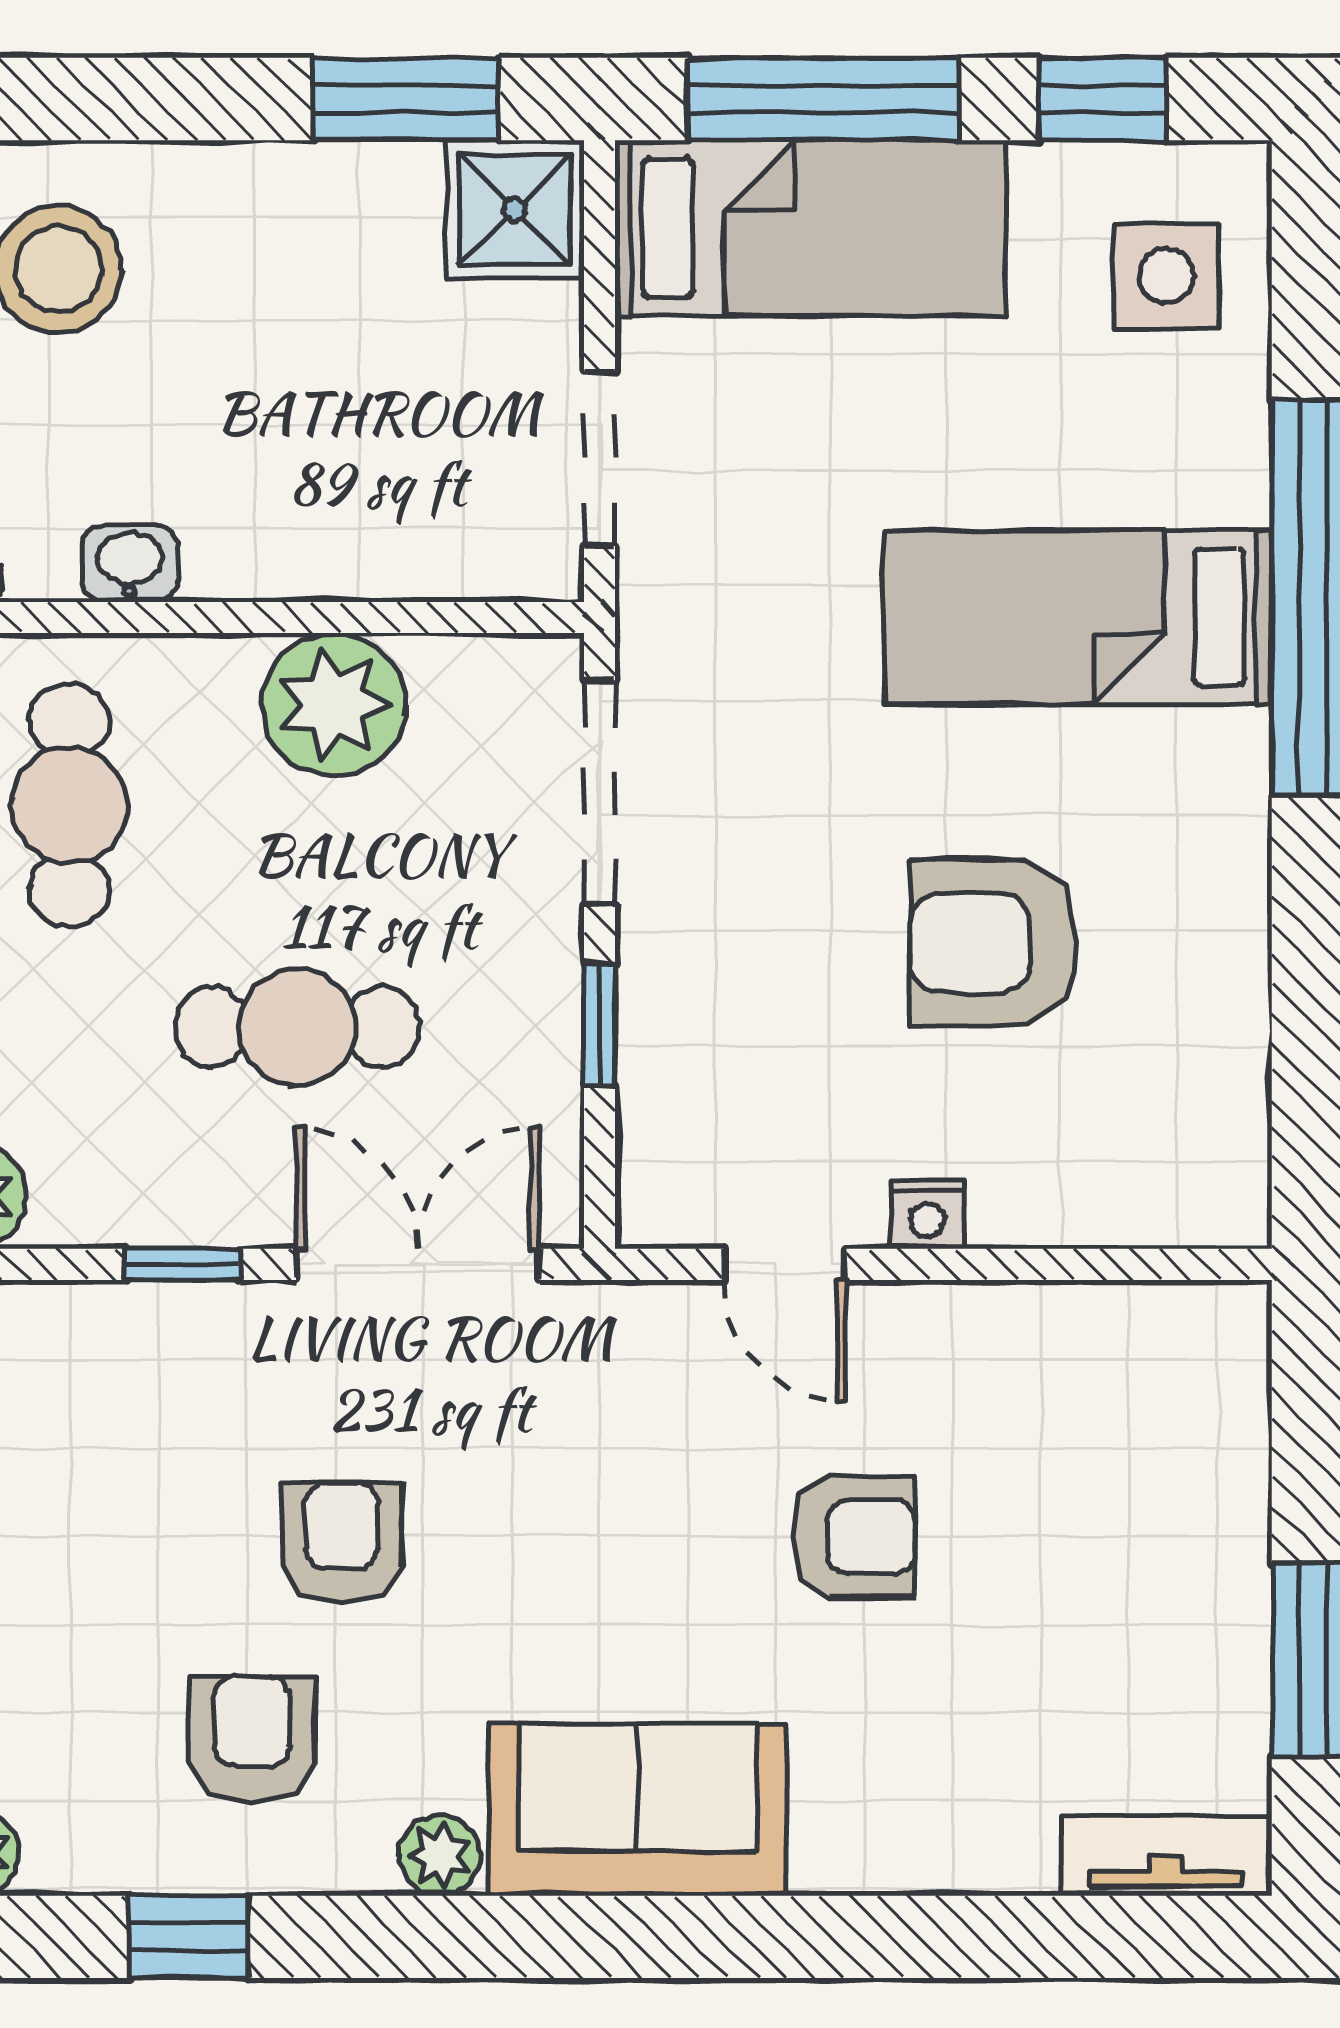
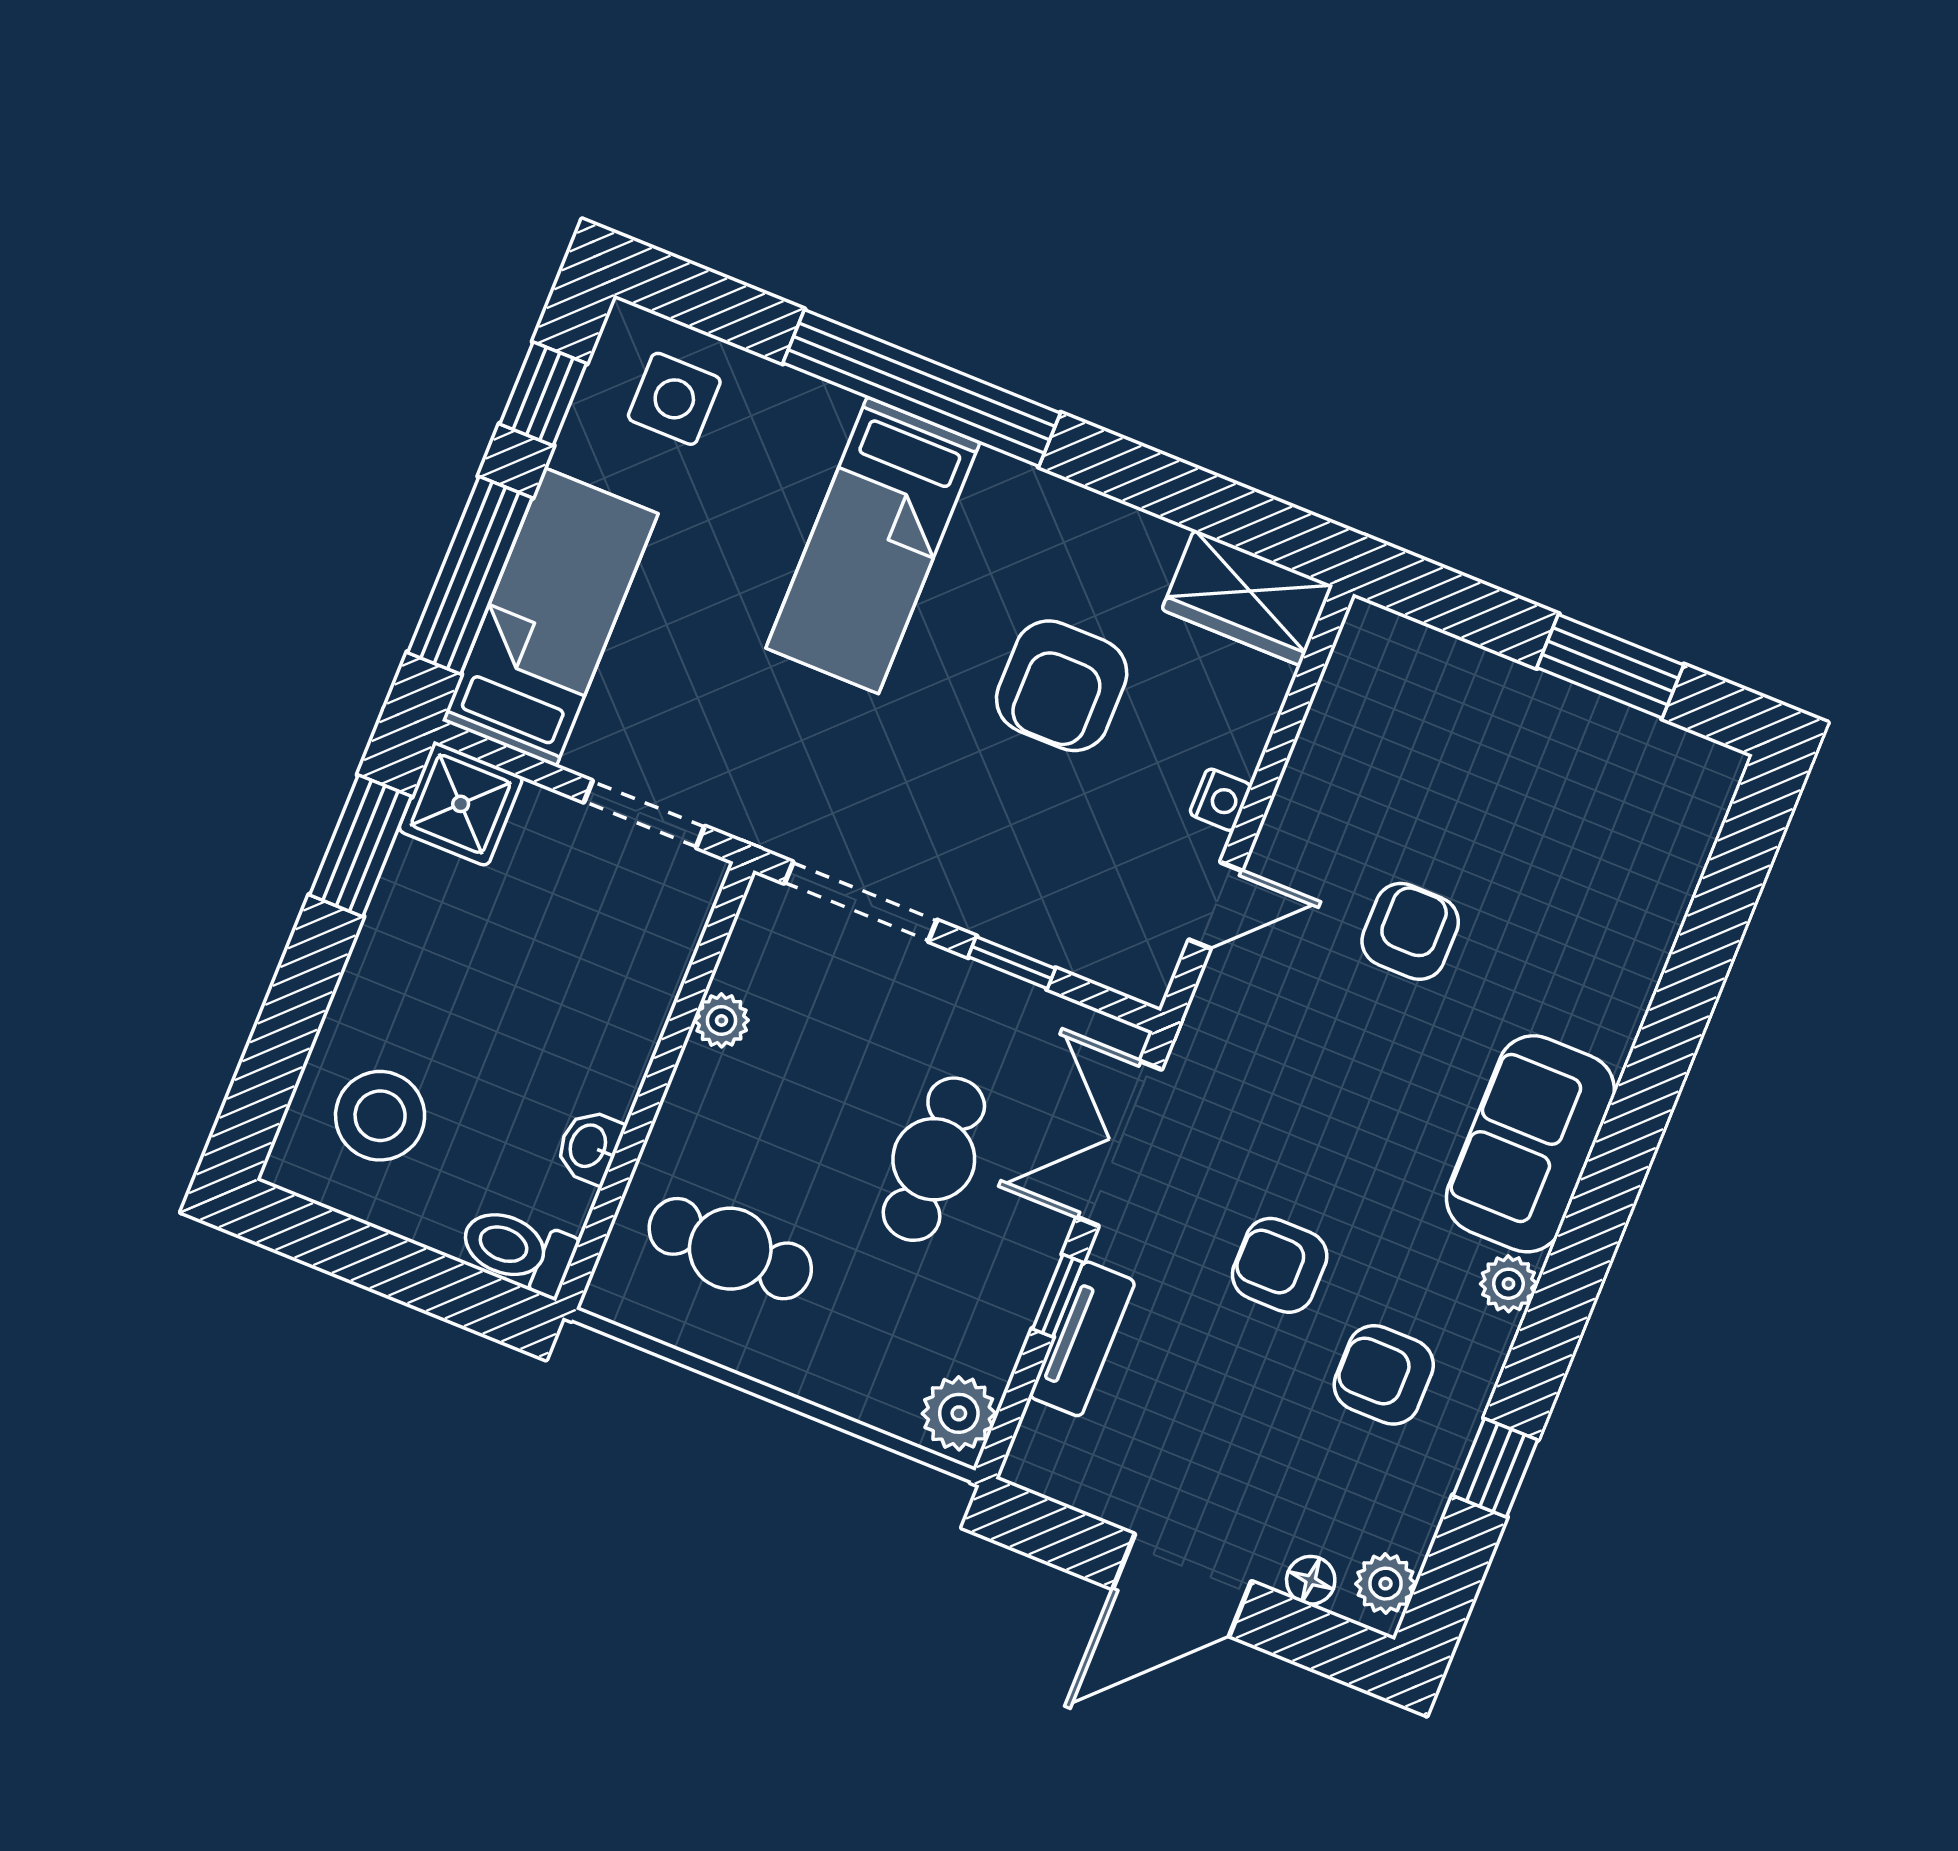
plant: (334, 705) -> (721, 1020), width x0.53, depth x0.53
wardrobe: (1210, 1142) -> (1247, 597), added
tv unit: (1166, 1856) -> (1082, 1339), moved, turned 180

